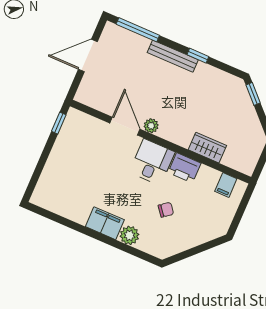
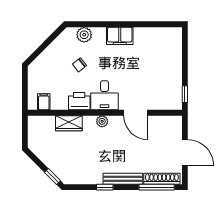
shoe rack: (128, 37) -> (162, 179), added
door: (88, 55) -> (185, 153), hinge flipped
plant: (151, 126) -> (102, 121), moved
plant: (129, 235) -> (84, 35), moved

